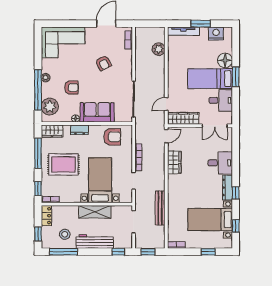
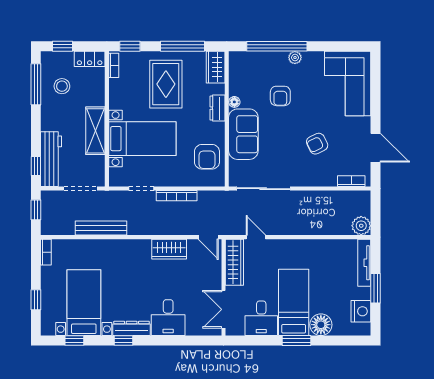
plant: (159, 49) -> (361, 226), moved
plant: (50, 107) -> (252, 64), removed
workbench: (95, 242) -> (51, 159), moved

